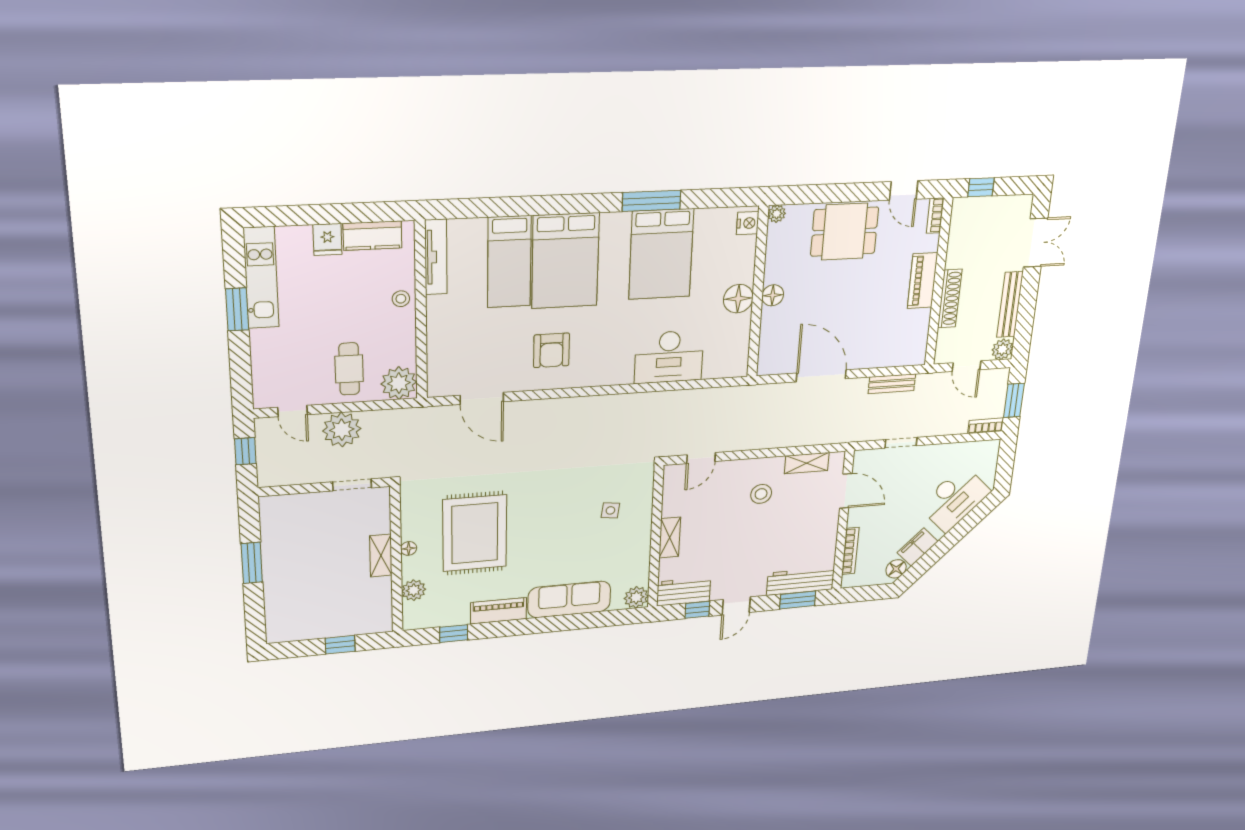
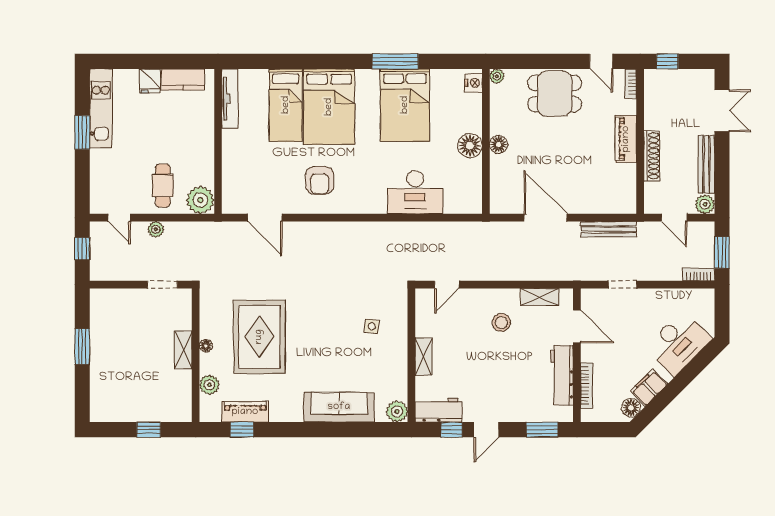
stool: (401, 299) -> (203, 131), removed
bench: (892, 384) -> (609, 229), width x1.36
plant: (342, 430) -> (156, 229), width x0.53, depth x0.53
workbench: (800, 581) -> (562, 375), moved, turned -90
piano: (499, 611) -> (245, 412), moved

